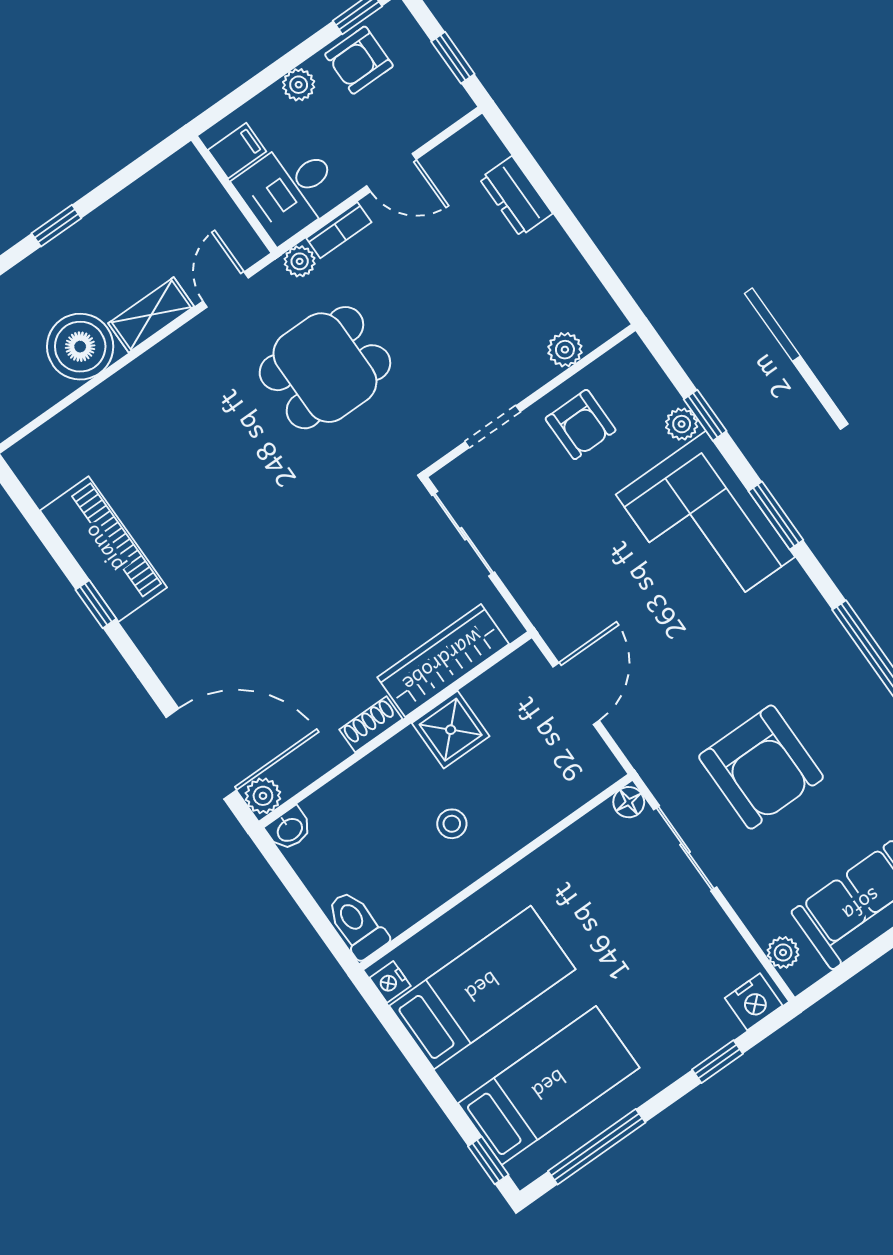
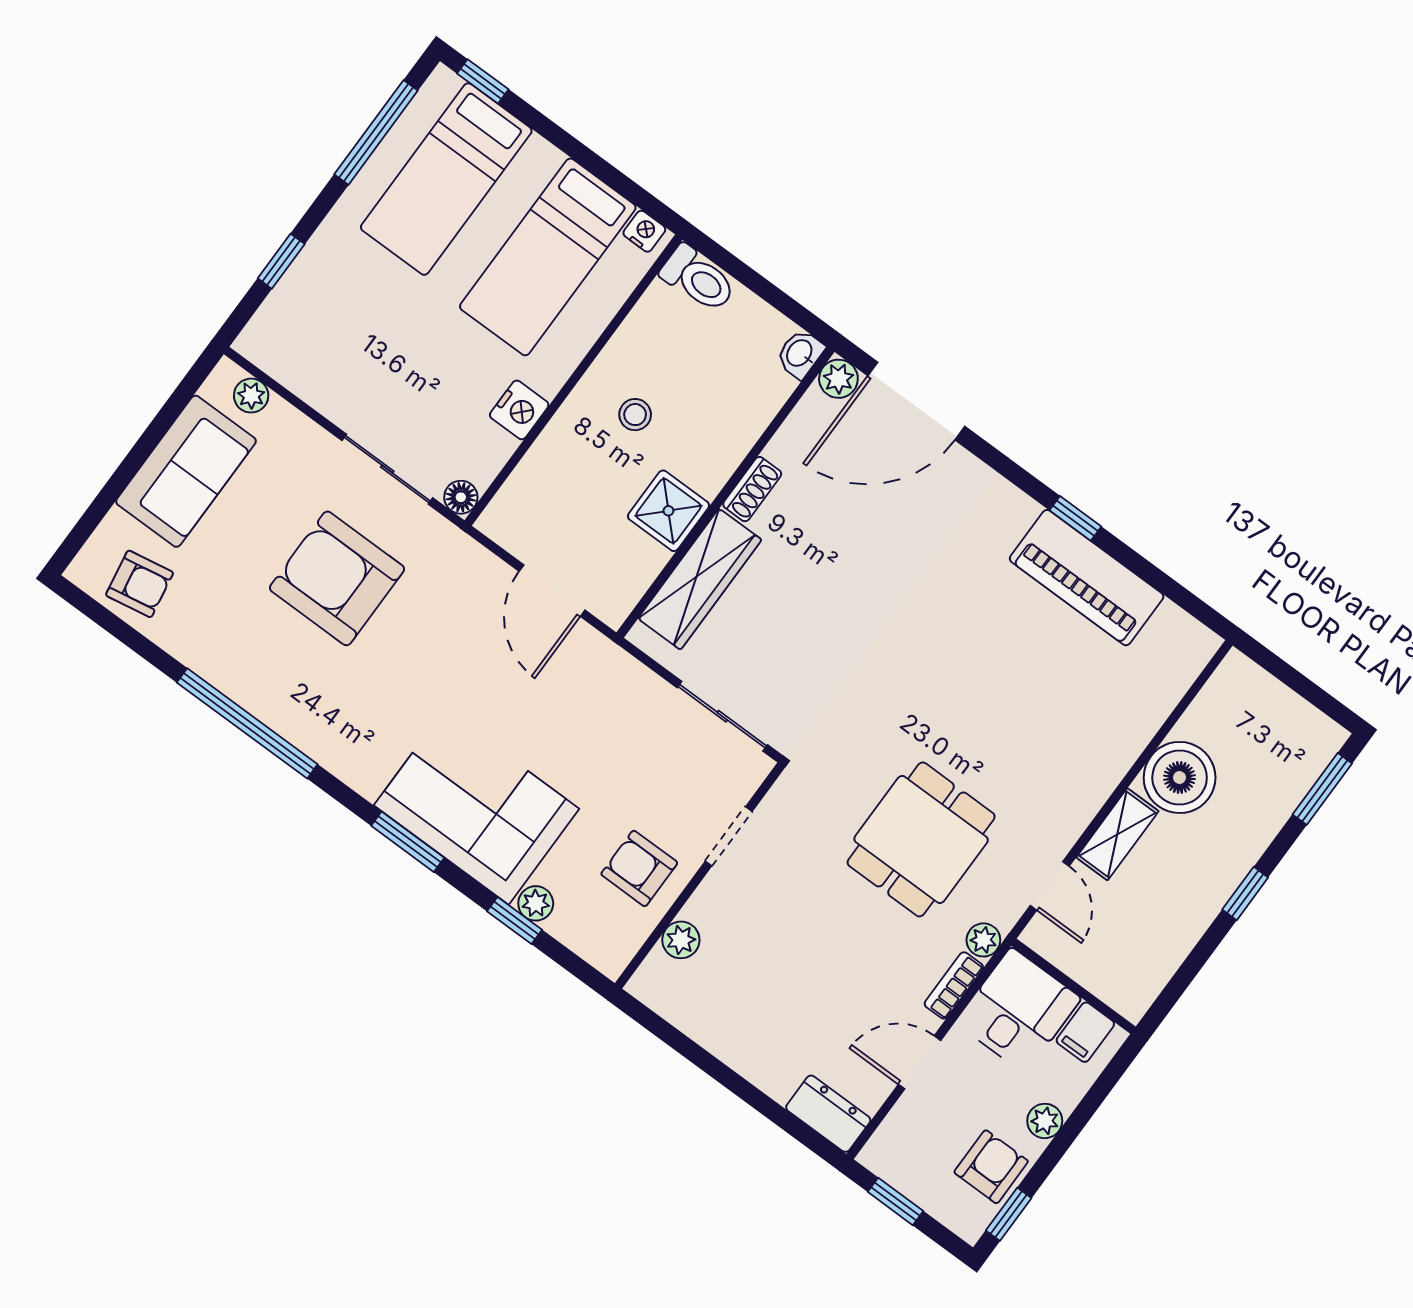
dresser: (516, 196) -> (828, 1114), moved
nightstand: (754, 1002) -> (519, 410), moved, turned 180

